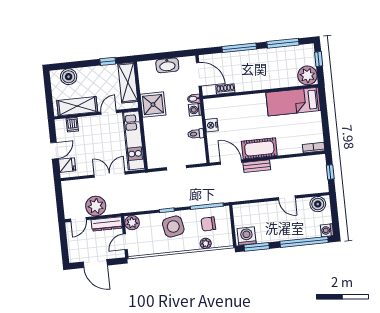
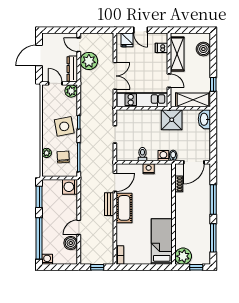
washbasin: (167, 65) -> (204, 119), moved
boiler: (318, 204) -> (71, 243), moved
washing machine: (247, 236) -> (70, 187), moved, turned 180

